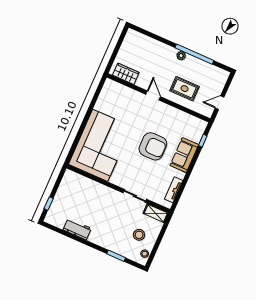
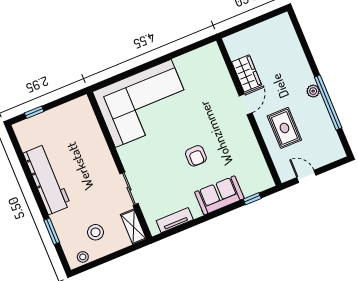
wardrobe: (126, 74) -> (247, 73), moved
armchair: (153, 146) -> (196, 156), width x0.53, depth x0.53
workbench: (77, 229) -> (47, 179), width x1.87, depth x1.32

